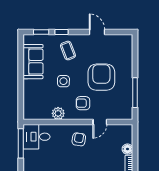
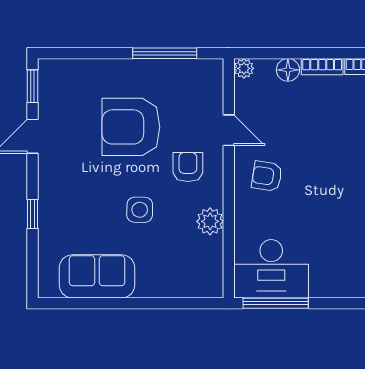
window: (41, 32) -> (32, 86), moved
coffee table: (68, 51) -> (73, 200), removed
armchair: (83, 103) -> (188, 167), turned 180
plant: (128, 129) -> (244, 68), added
desk: (36, 137) -> (271, 269), width x1.37

